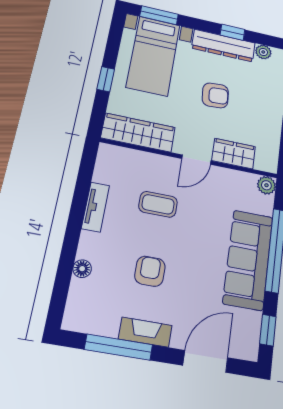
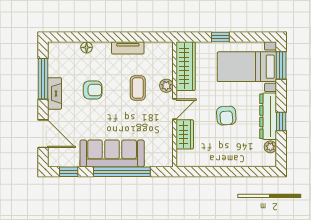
door: (196, 160) -> (175, 109), swing flipped
plant: (266, 185) -> (166, 86), moved

